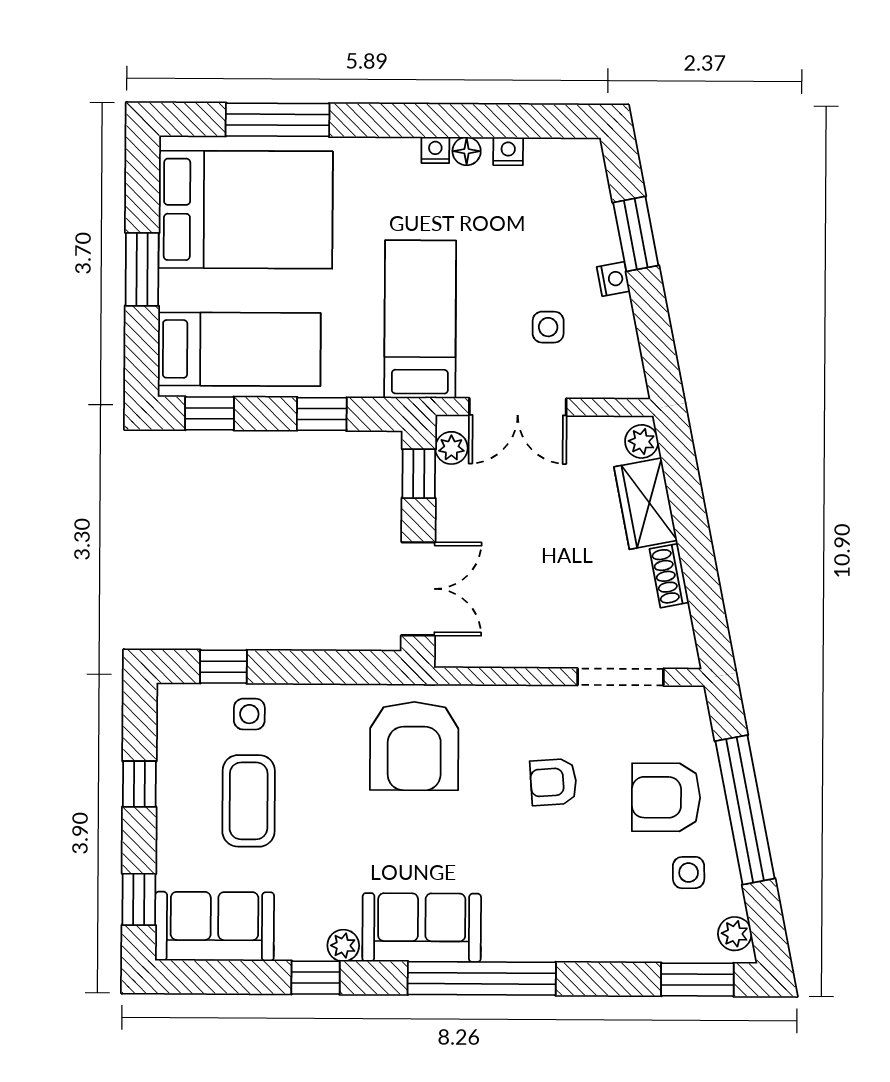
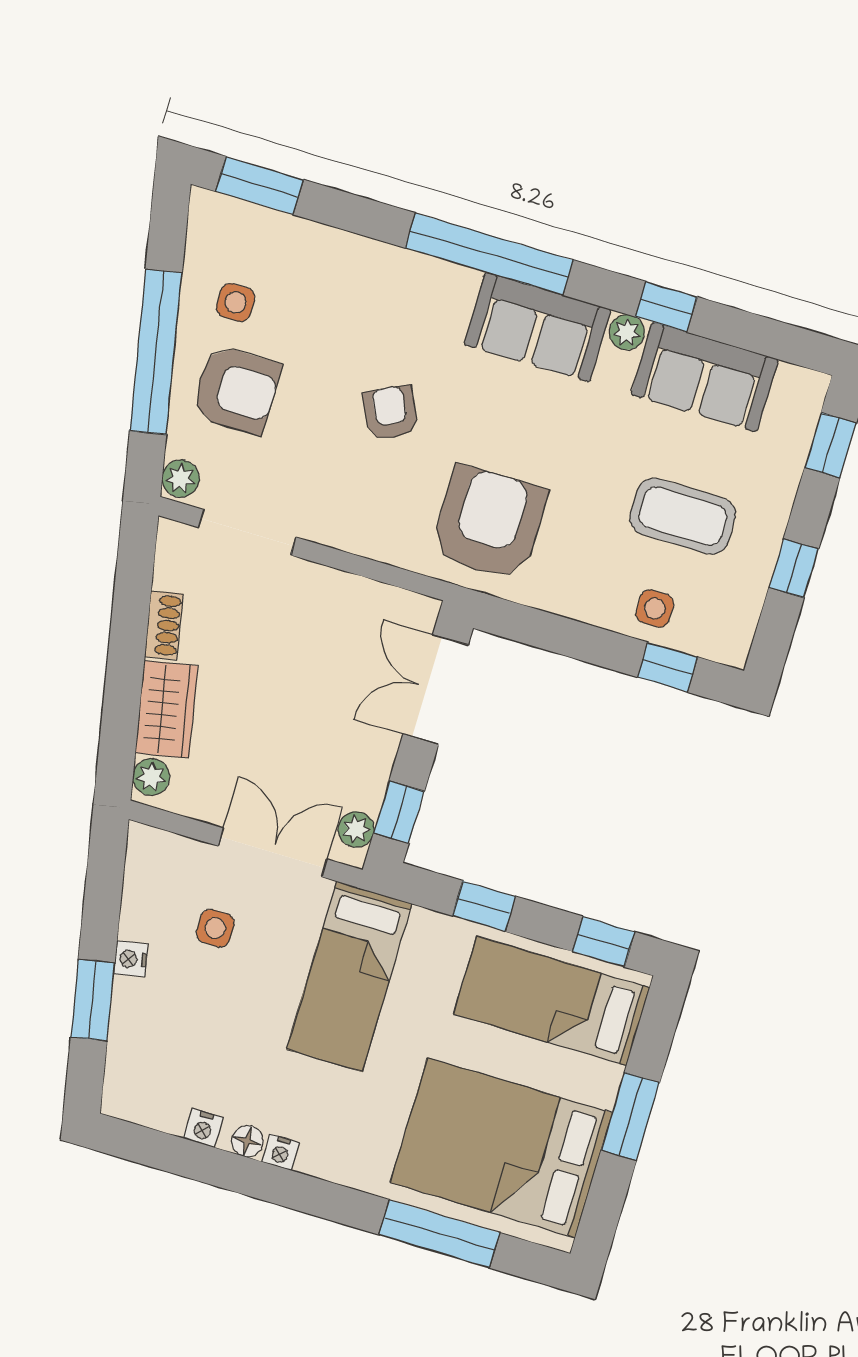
armchair: (553, 782) -> (390, 413), moved, turned -112
coffee table: (249, 801) -> (683, 516), turned 90
sofa: (214, 926) -> (705, 377), moved
plant: (735, 934) -> (181, 478), moved

